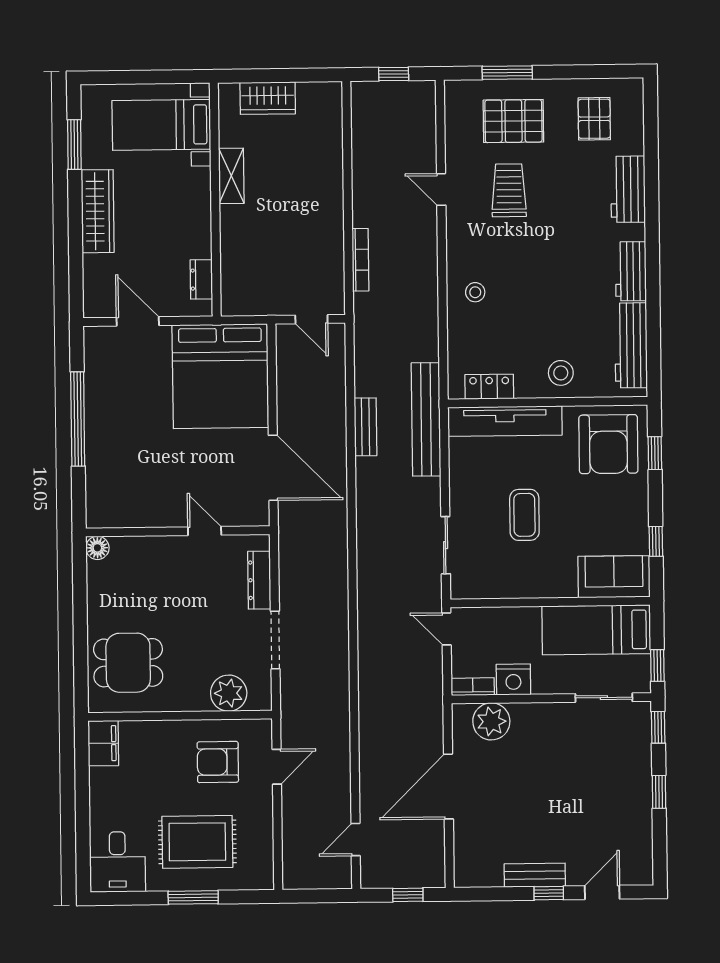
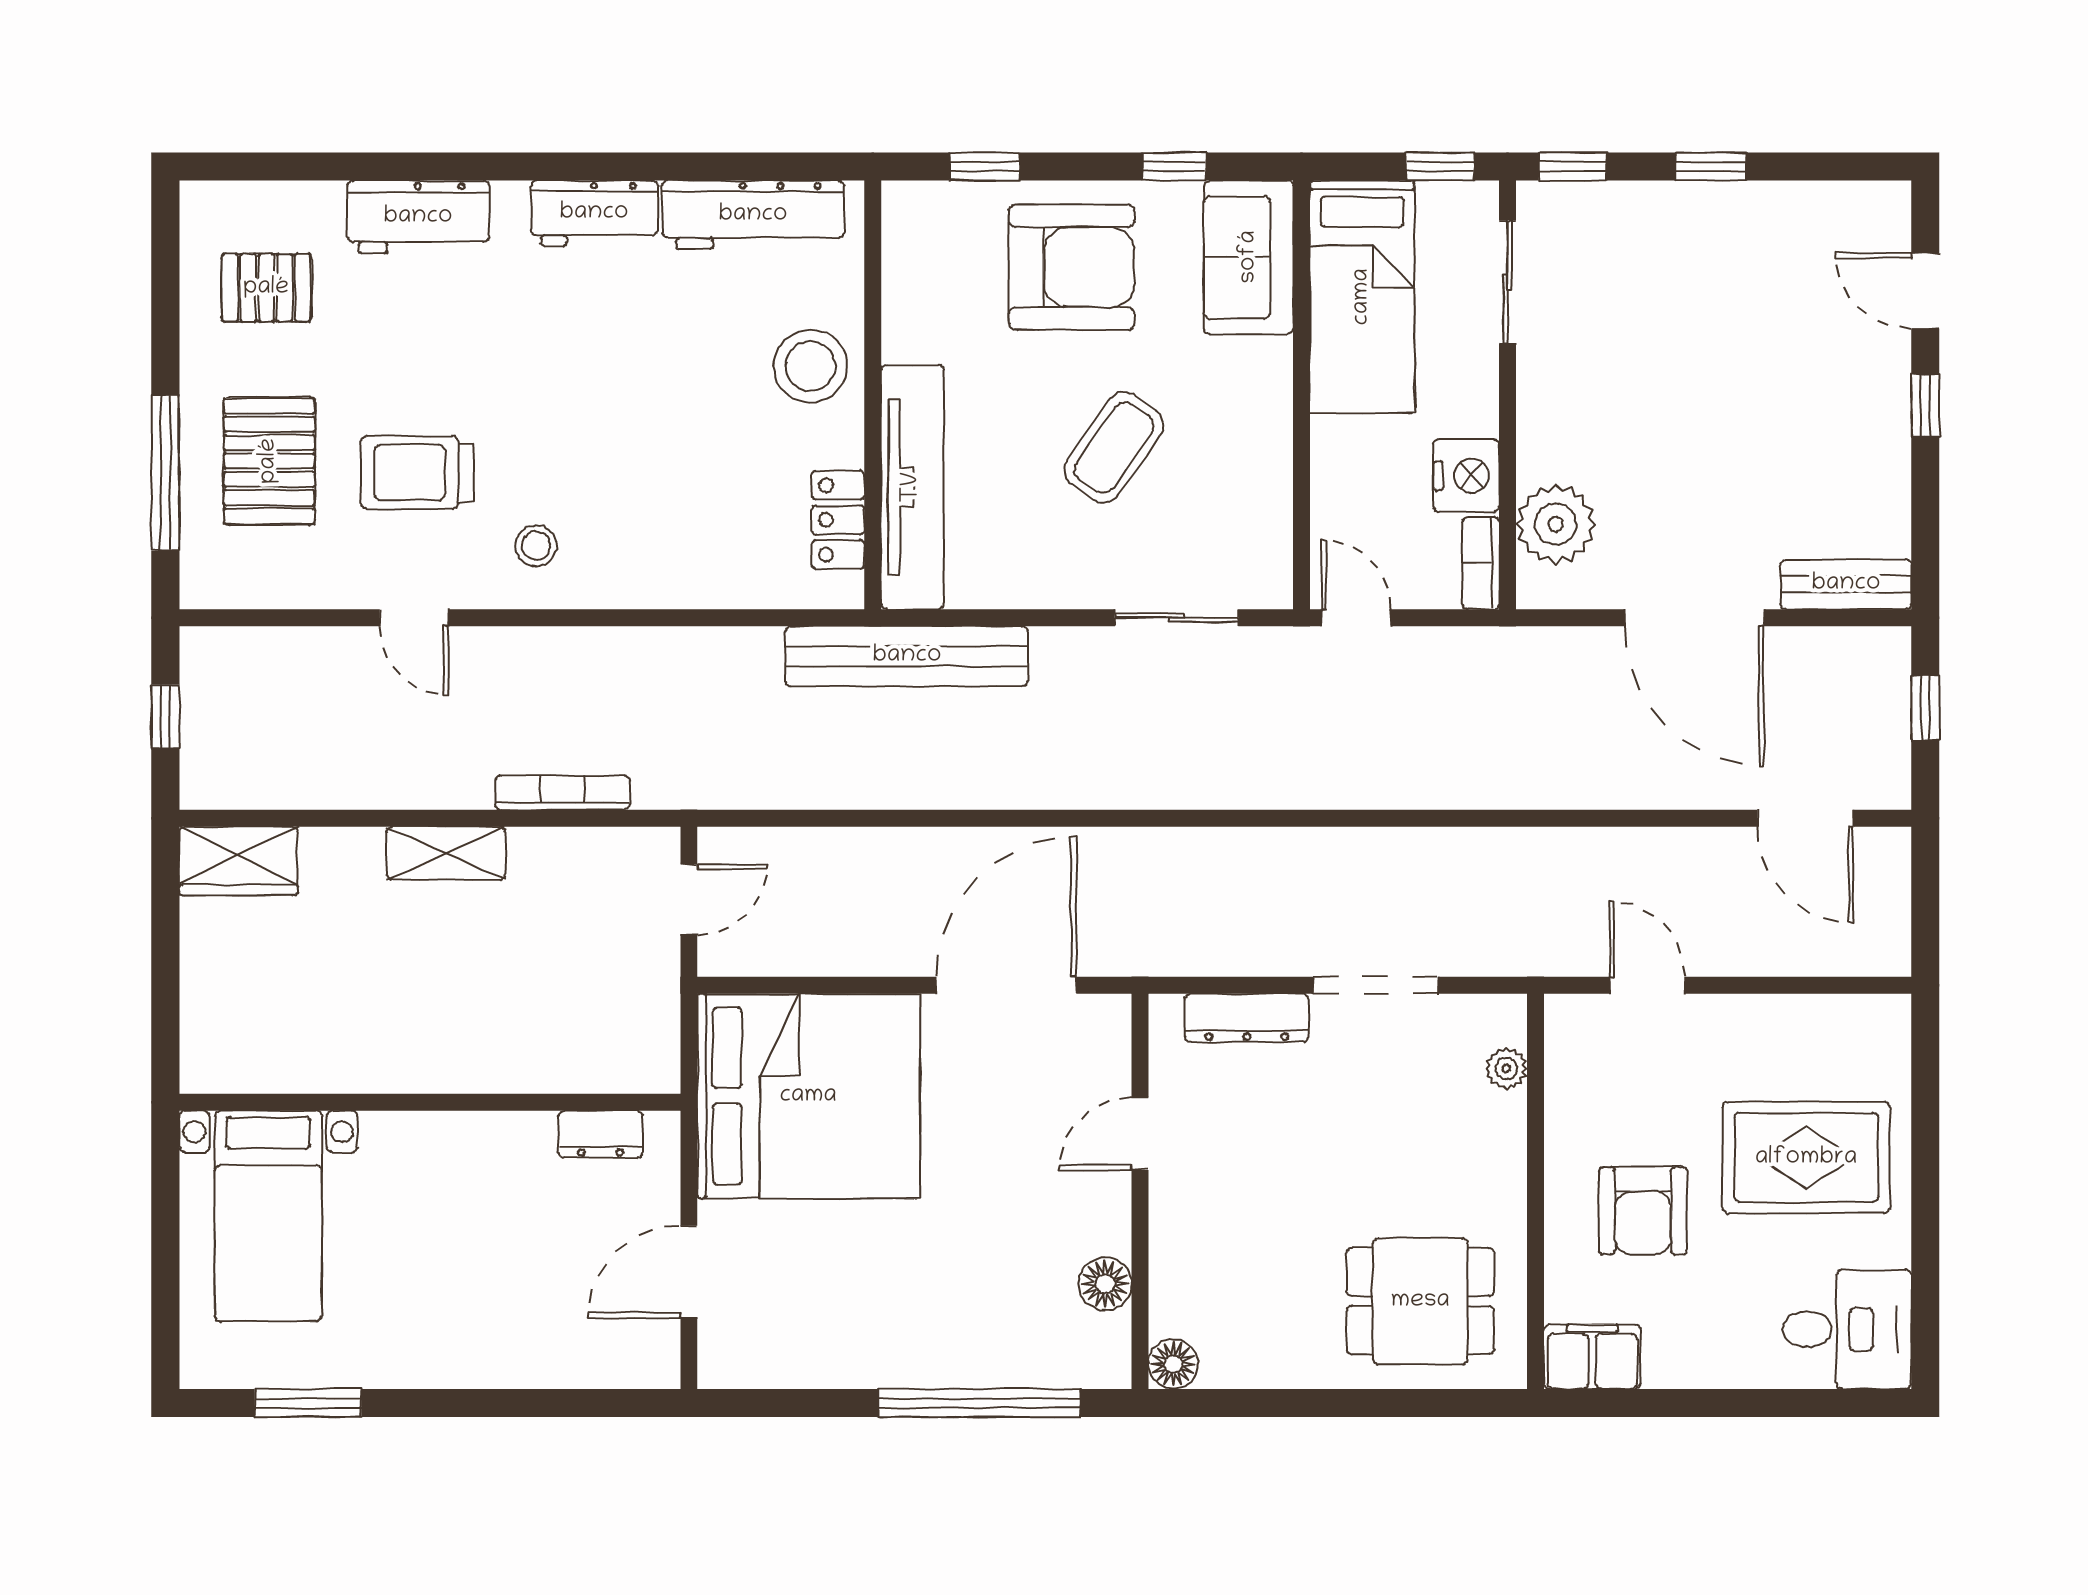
window: (507, 73) -> (165, 473), width x1.44
wardrobe: (268, 98) -> (238, 861), moved, turned 90
shelving: (231, 176) -> (446, 853), moved
door: (441, 189) -> (414, 618), hinge flipped
wardrobe: (98, 211) -> (452, 1355), removed
stool: (475, 292) -> (536, 546), moved
stool: (561, 373) -> (810, 366), width x1.38, depth x1.38
window: (78, 419) -> (979, 1403), moved
bench: (365, 427) -> (921, 786), removed
armchair: (608, 444) -> (1072, 267), moved
coffee table: (524, 515) -> (1114, 448), turned -55
floor lamp: (134, 516) -> (1105, 1284), added
door: (447, 629) -> (1356, 618), swing flipped
dining table: (128, 663) -> (1420, 1301), turned 90
plant: (229, 693) -> (1506, 1068), width x0.53, depth x0.53
armchair: (218, 762) -> (1643, 1211), moved
door: (356, 840) -> (1805, 818), width x1.38
rug: (197, 842) -> (1806, 1158), turned 90
bench: (535, 875) -> (1846, 584), moved, turned 90
window: (193, 897) -> (1925, 1168), removed

